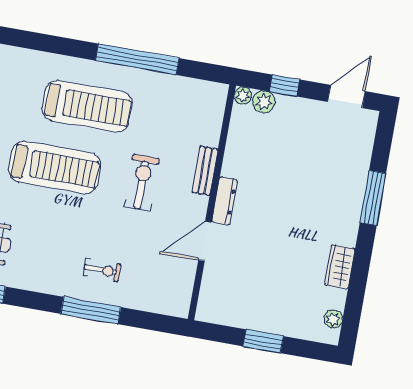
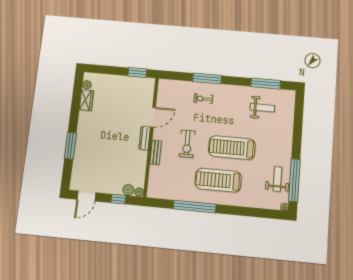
wardrobe: (340, 267) -> (86, 100), moved
window: (263, 341) -> (137, 72), moved

